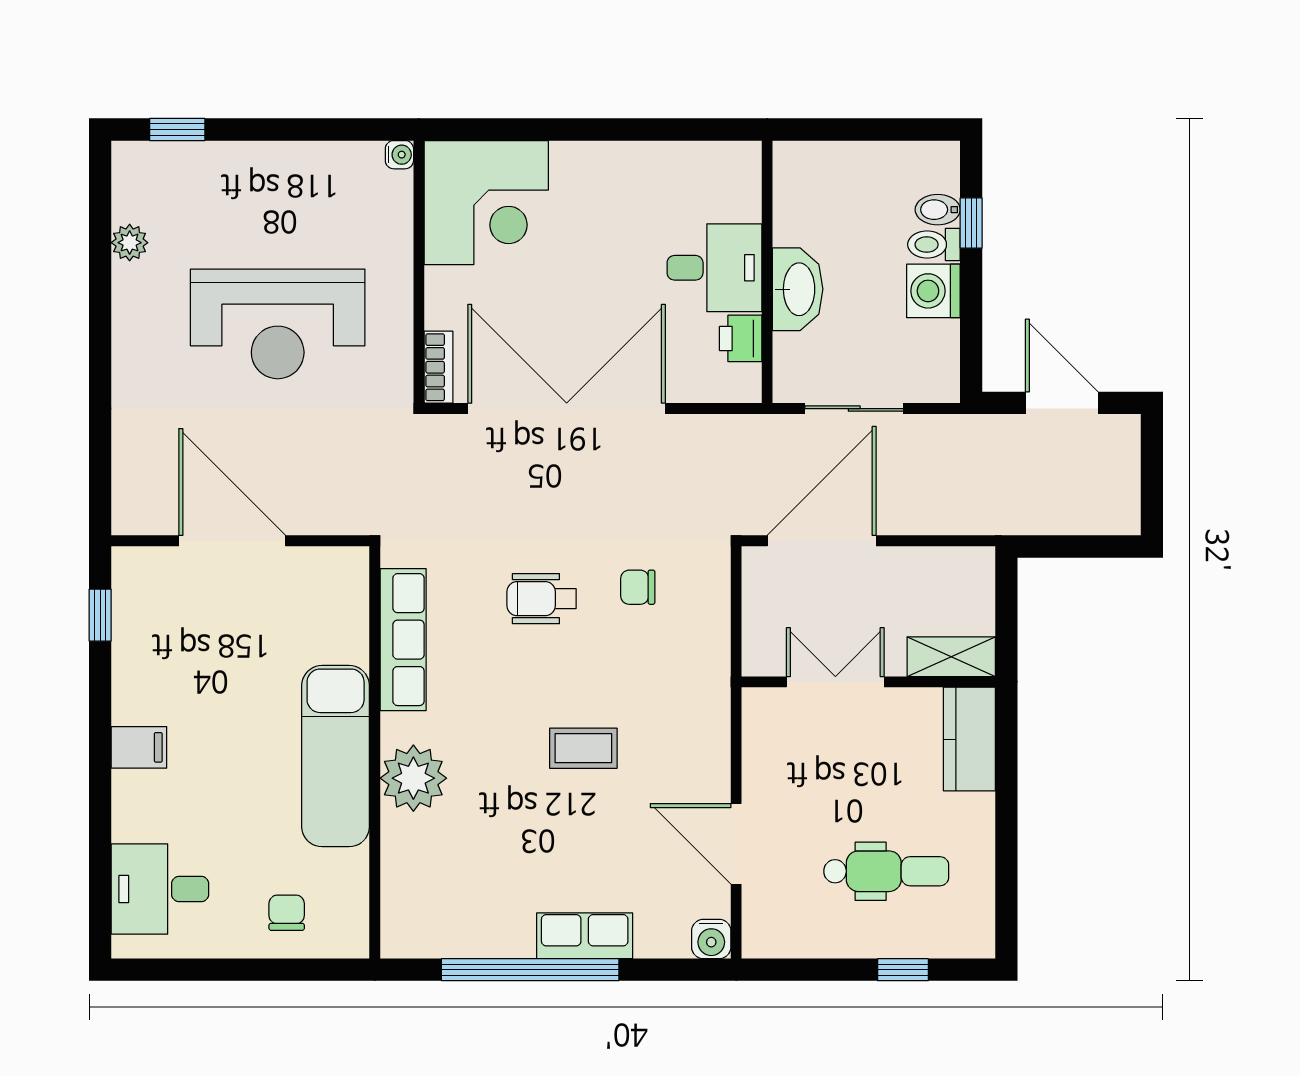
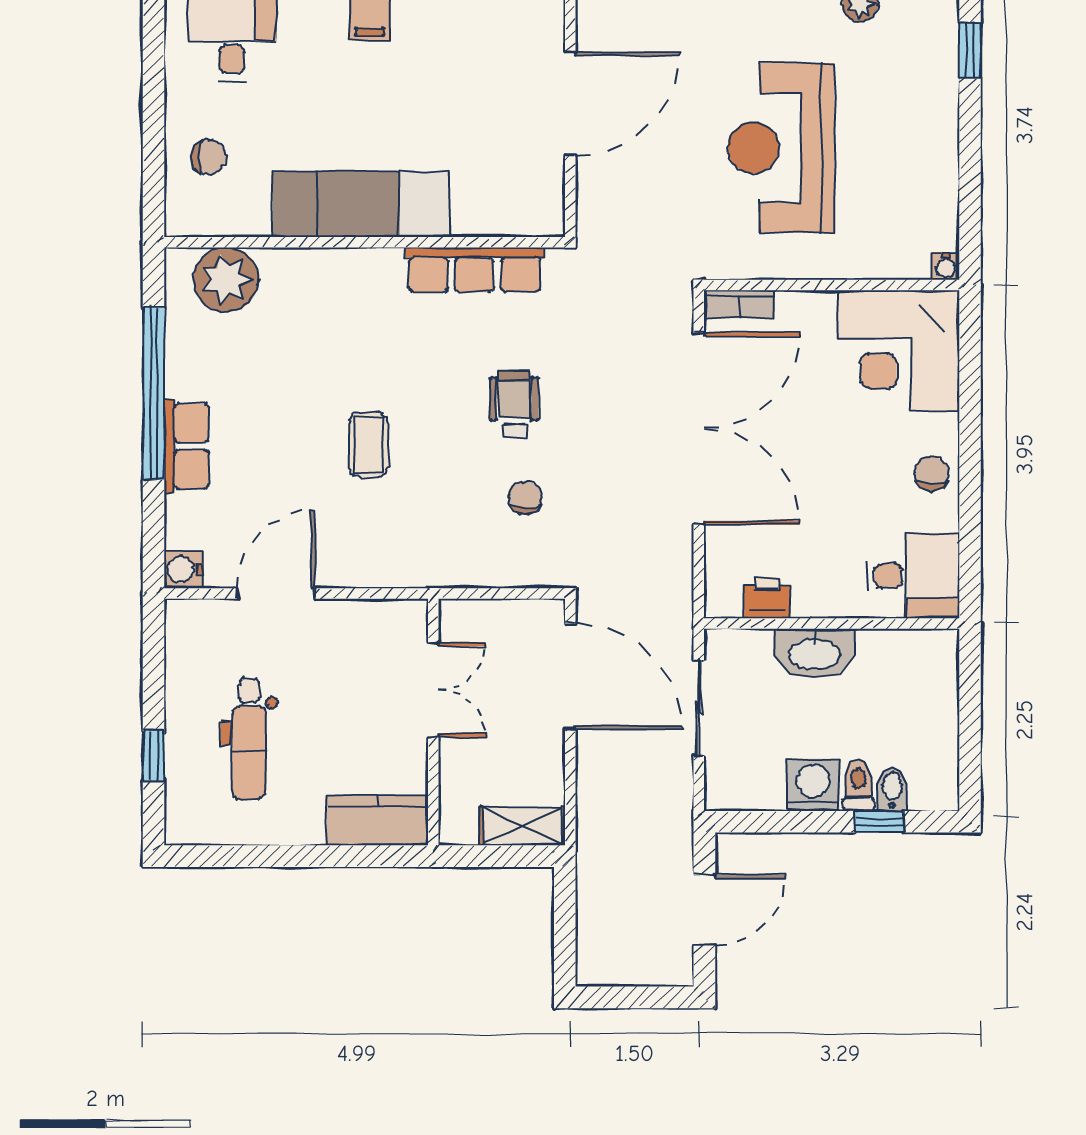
chair: (613, 169) -> (932, 473), added
desk: (714, 268) -> (913, 576), moved, turned -90
shelving: (951, 657) -> (522, 826), moved, turned 90
plant: (413, 778) -> (226, 280), moved

